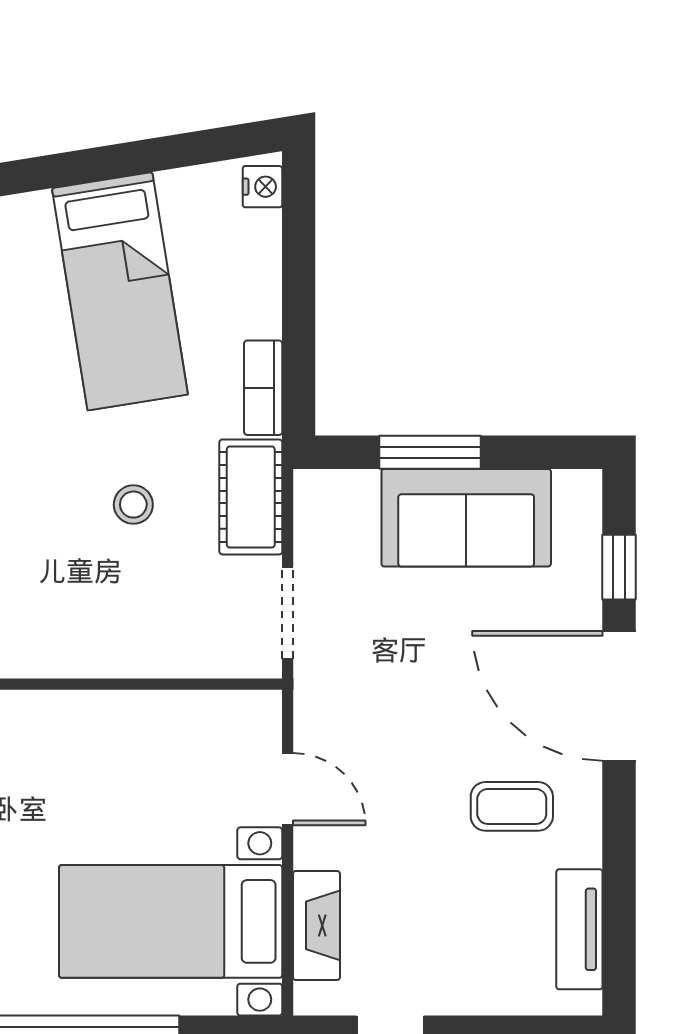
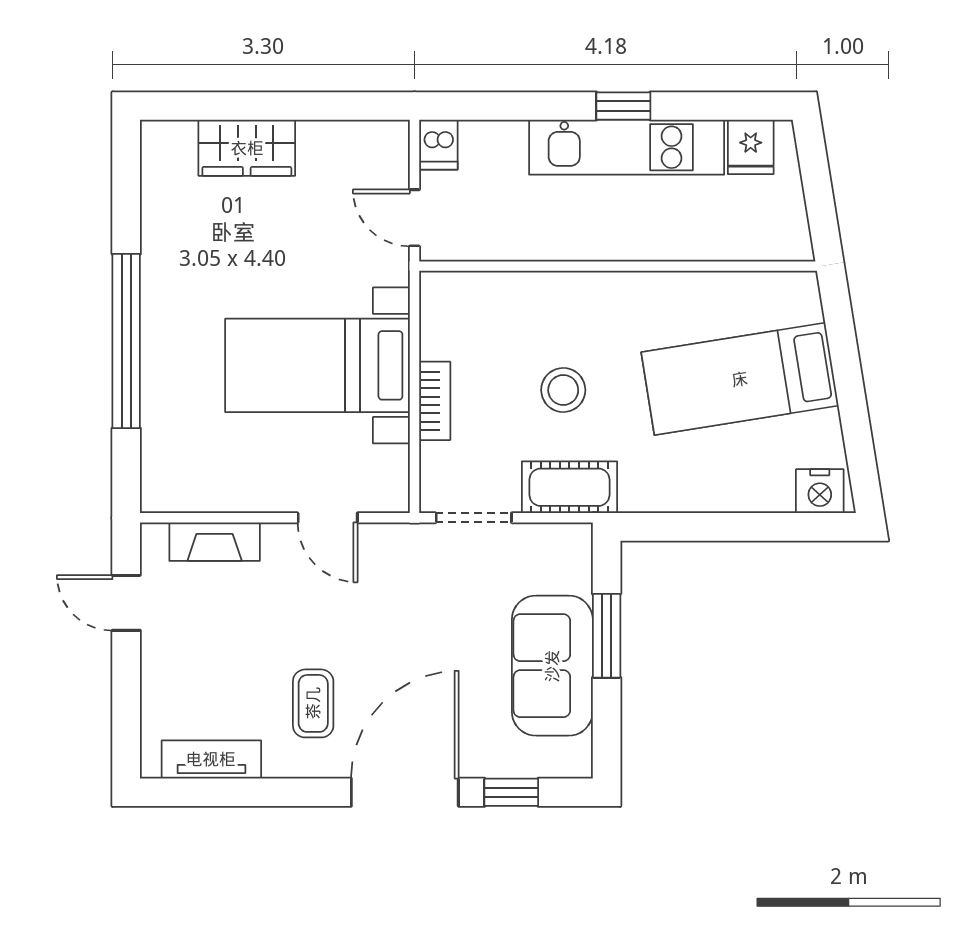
nightstand: (262, 187) -> (820, 491), width x1.39, depth x1.35
bookcase: (263, 388) -> (435, 401), moved, turned 90
stool: (133, 505) -> (563, 390), width x1.37, depth x1.37
door: (288, 789) -> (328, 518), hinge flipped
bed with nightstands: (171, 921) -> (318, 365), moved, turned -90

